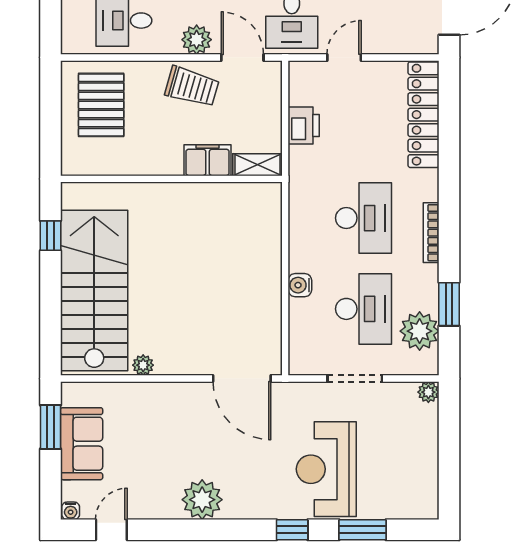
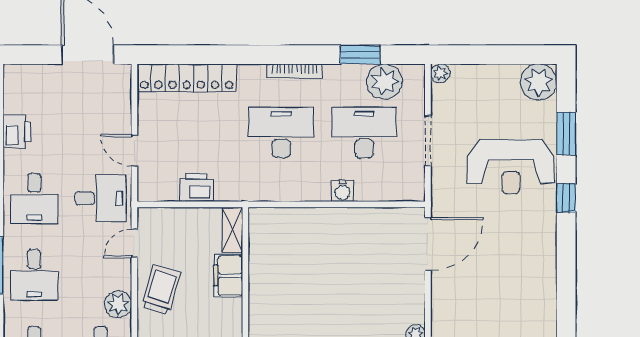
plant: (197, 40) -> (118, 304), moved
door: (242, 57) -> (134, 244), width x0.73
plant: (202, 500) -> (539, 82), moved

